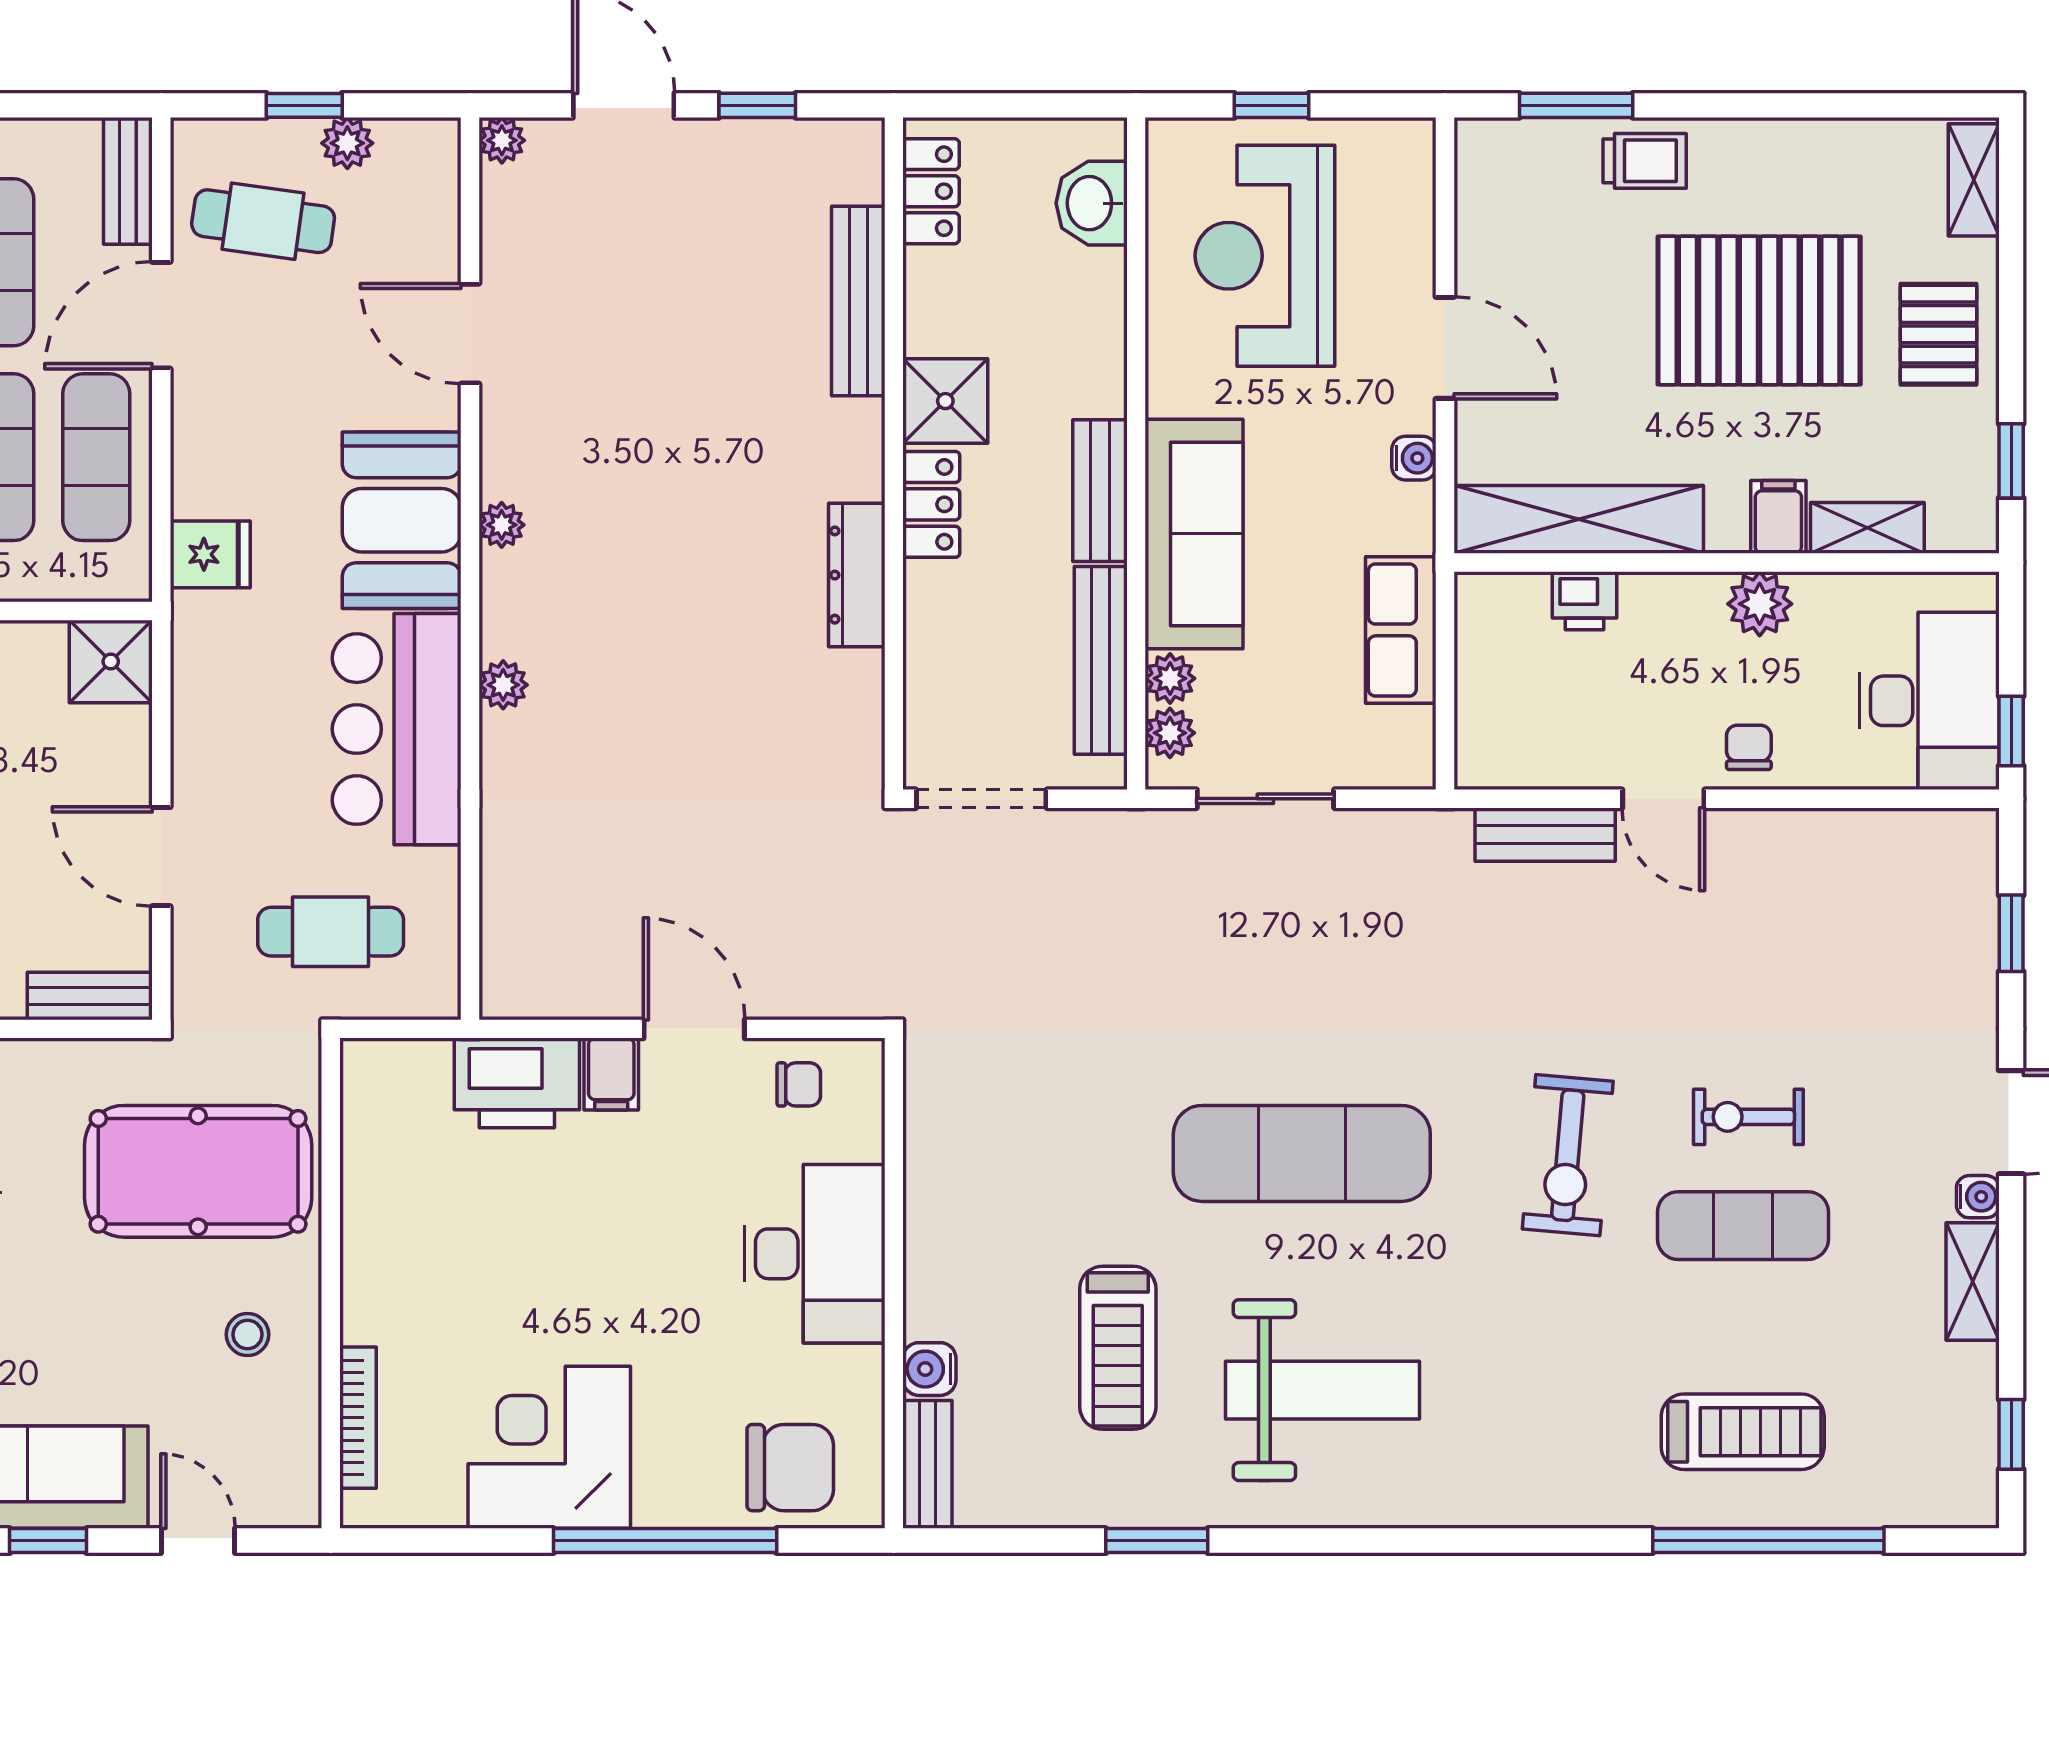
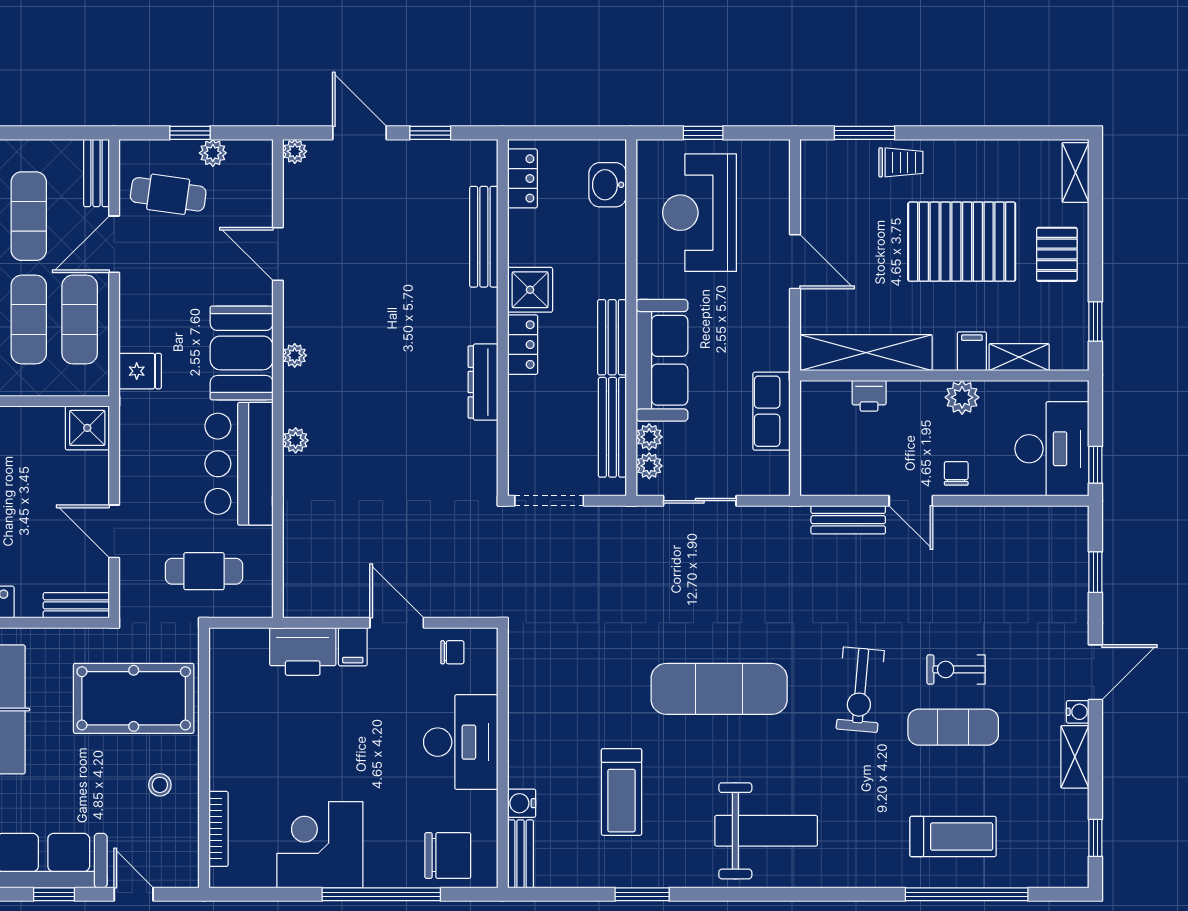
water cooler: (1414, 458) -> (779, 320), removed
weight bench: (1322, 1390) -> (766, 831), moved

